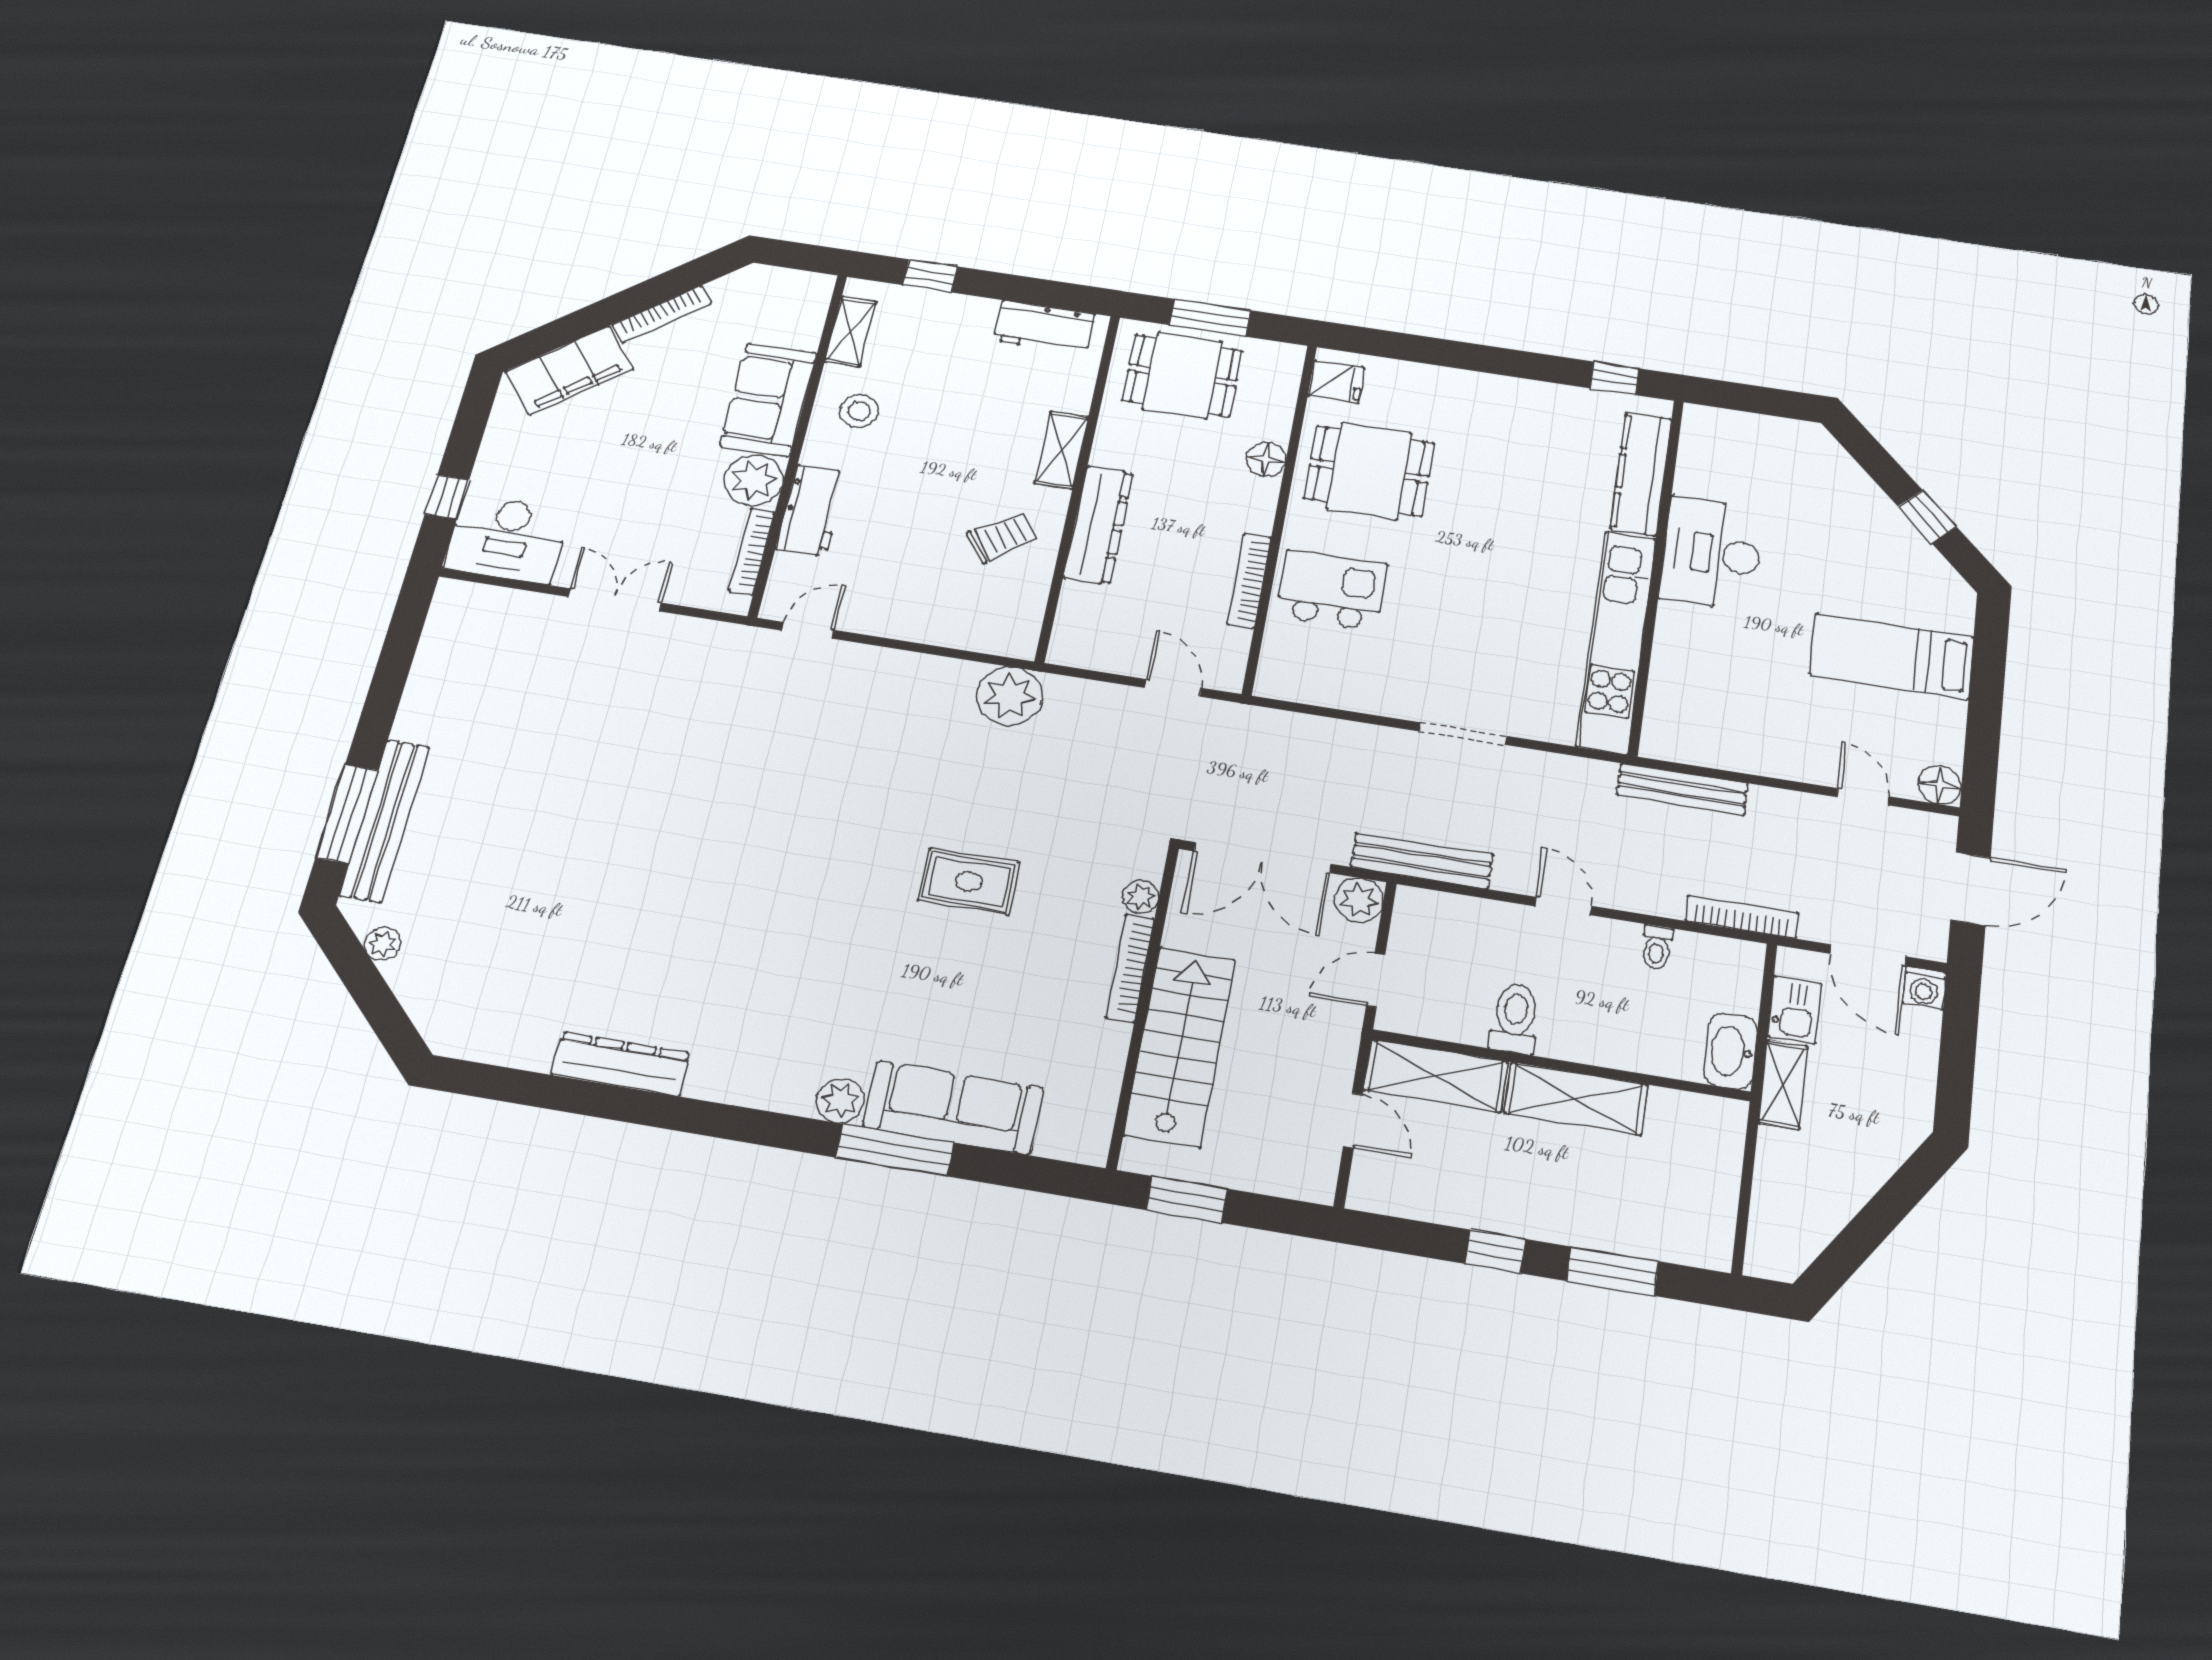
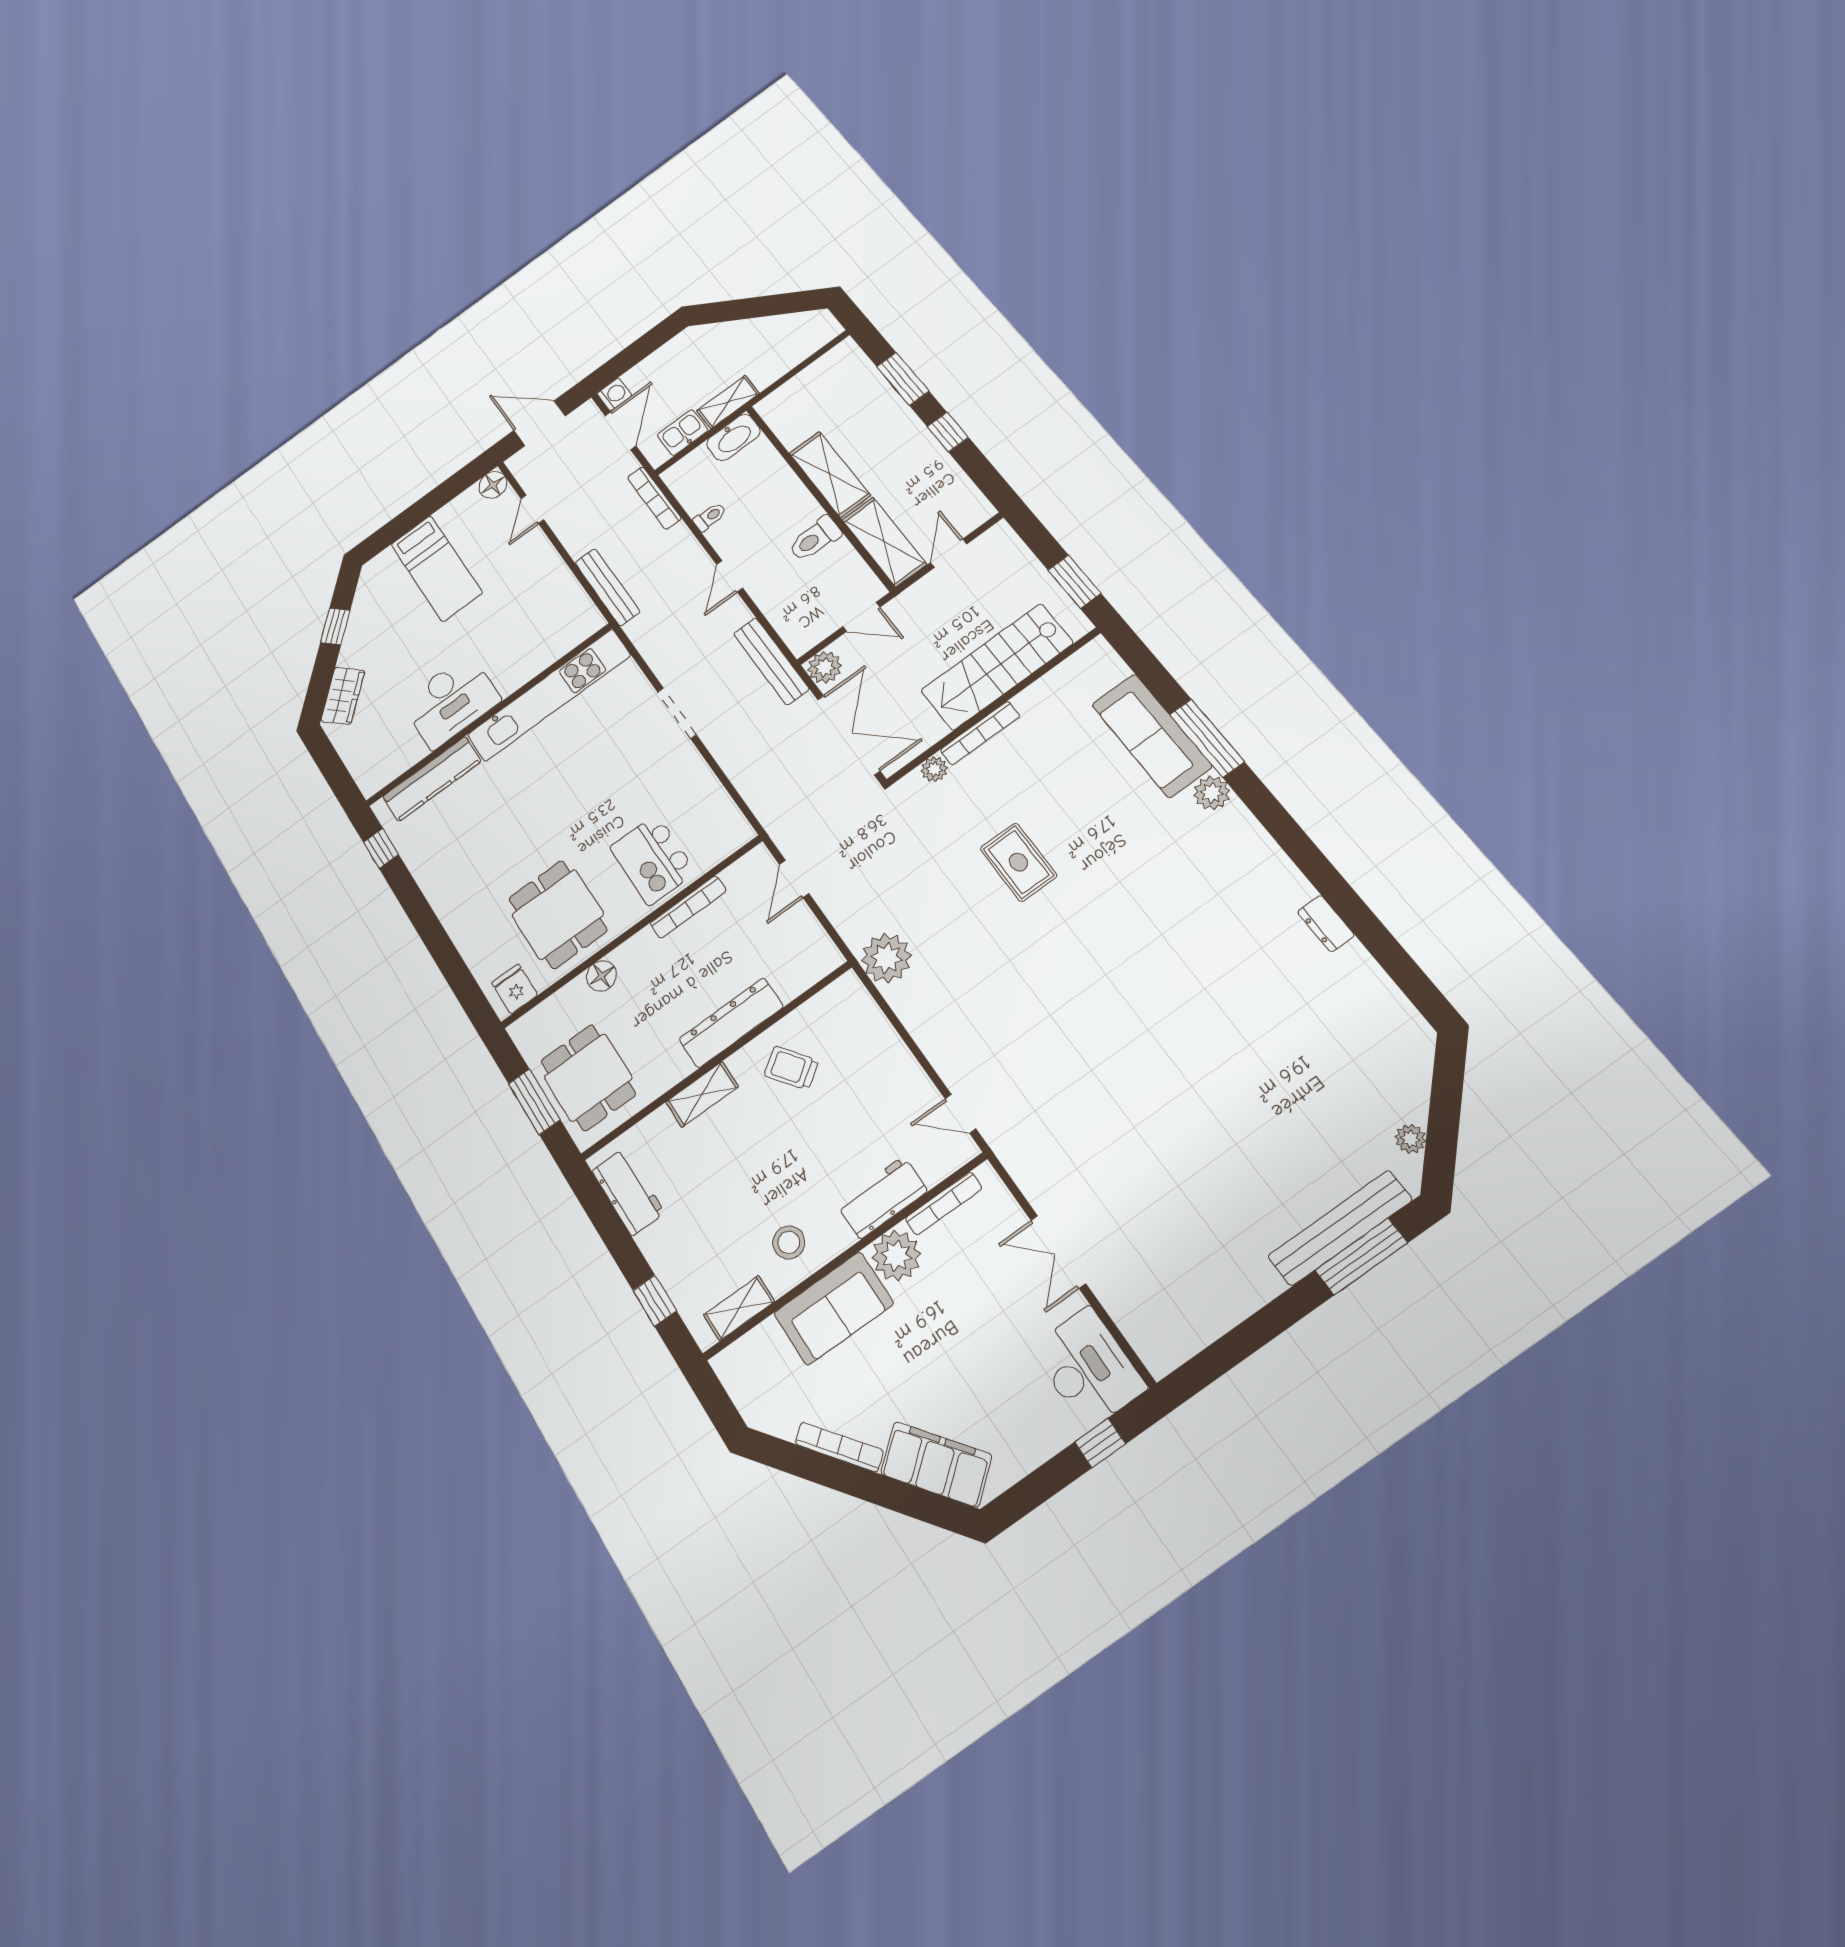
wardrobe: (1832, 466) -> (343, 696), added
dresser: (621, 1064) -> (1326, 924), width x0.51, depth x0.80

